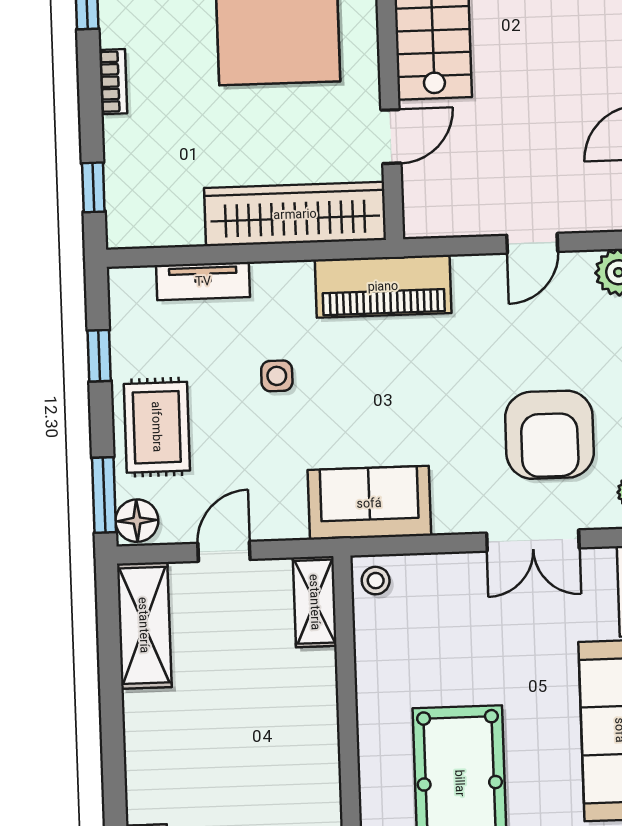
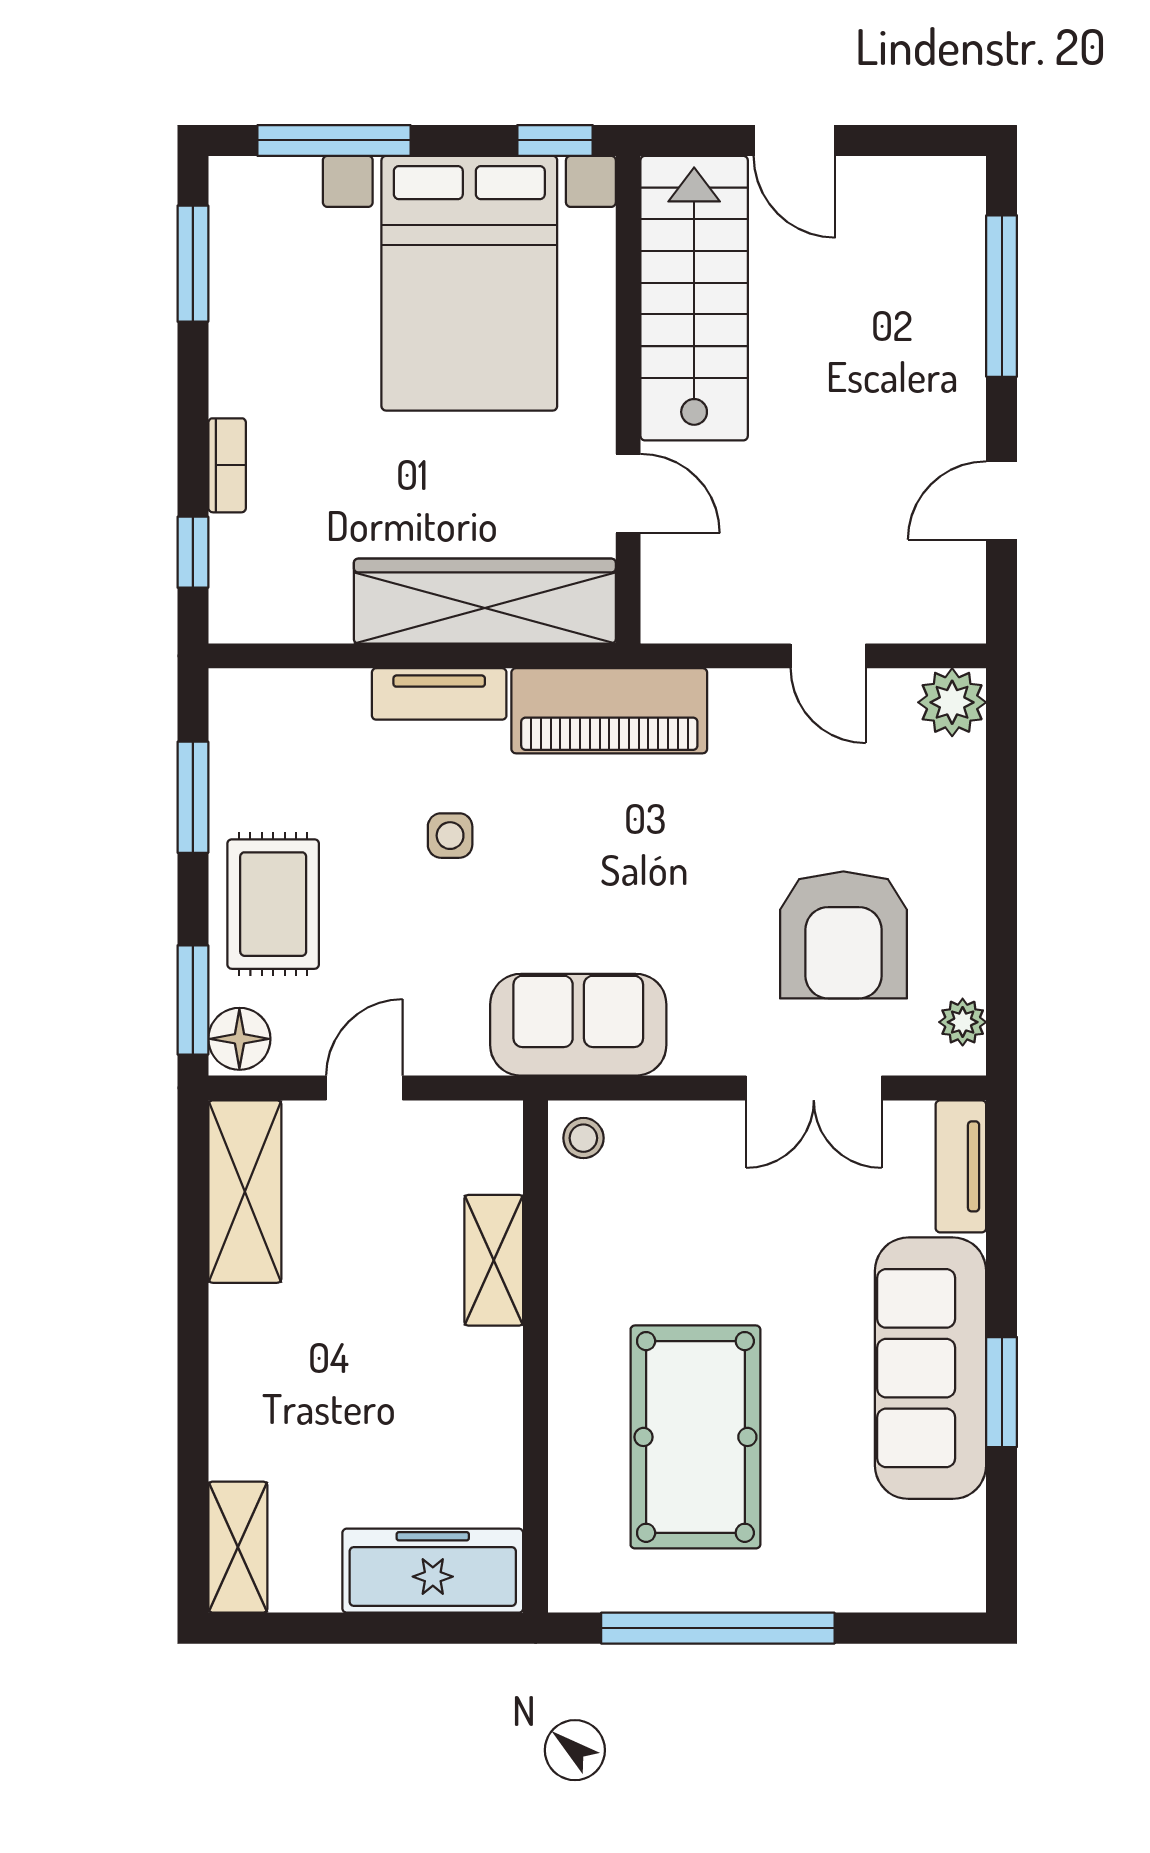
bookcase: (113, 82) -> (227, 465), moved
door: (391, 137) -> (628, 493), hinge flipped
door: (532, 243) -> (828, 656), hinge flipped
tv unit: (203, 281) -> (439, 694), moved
window: (99, 356) -> (193, 797), width x1.50
shelving: (315, 602) -> (494, 1260), moved

